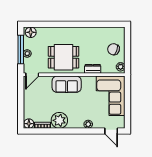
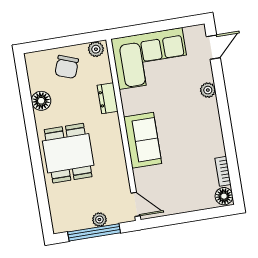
floor lamp: (31, 32) -> (41, 101), moved
dining table: (63, 57) -> (68, 153), moved
plant: (59, 120) -> (209, 143), removed

